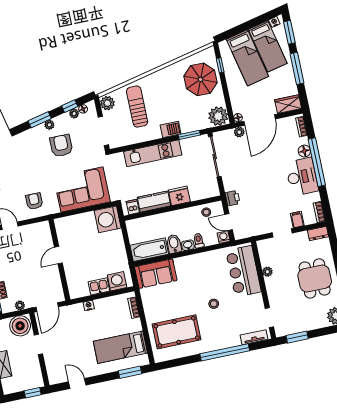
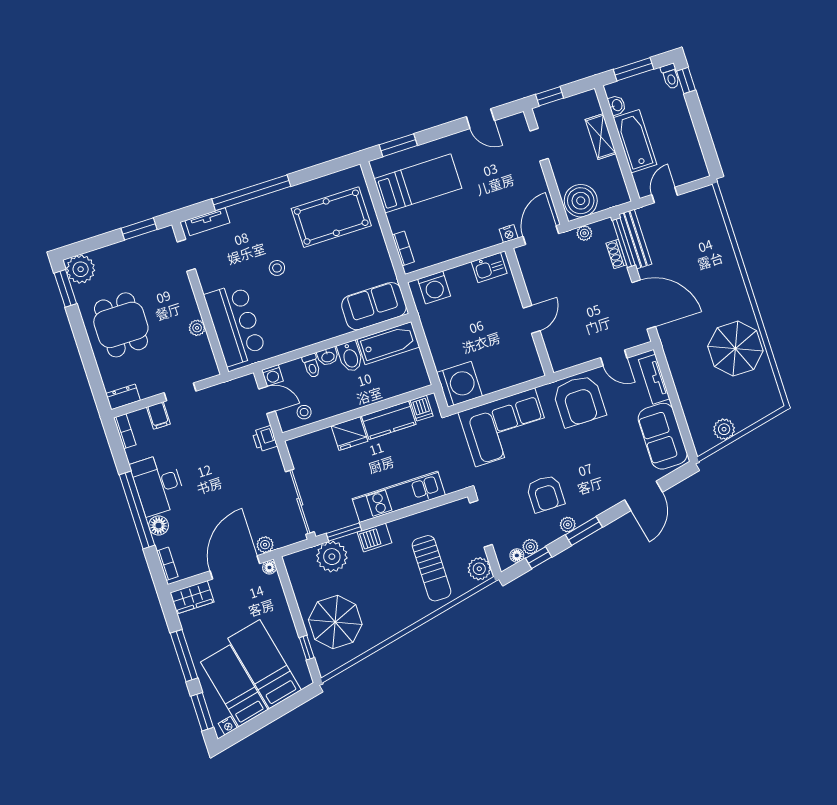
plant: (218, 116) -> (332, 557), moved
armchair: (34, 201) -> (579, 401), width x1.88, depth x1.88
kitchen sink: (99, 286) -> (489, 268), moved
nightstand: (89, 305) -> (509, 234), moved
doorway: (38, 344) -> (539, 145), moved

